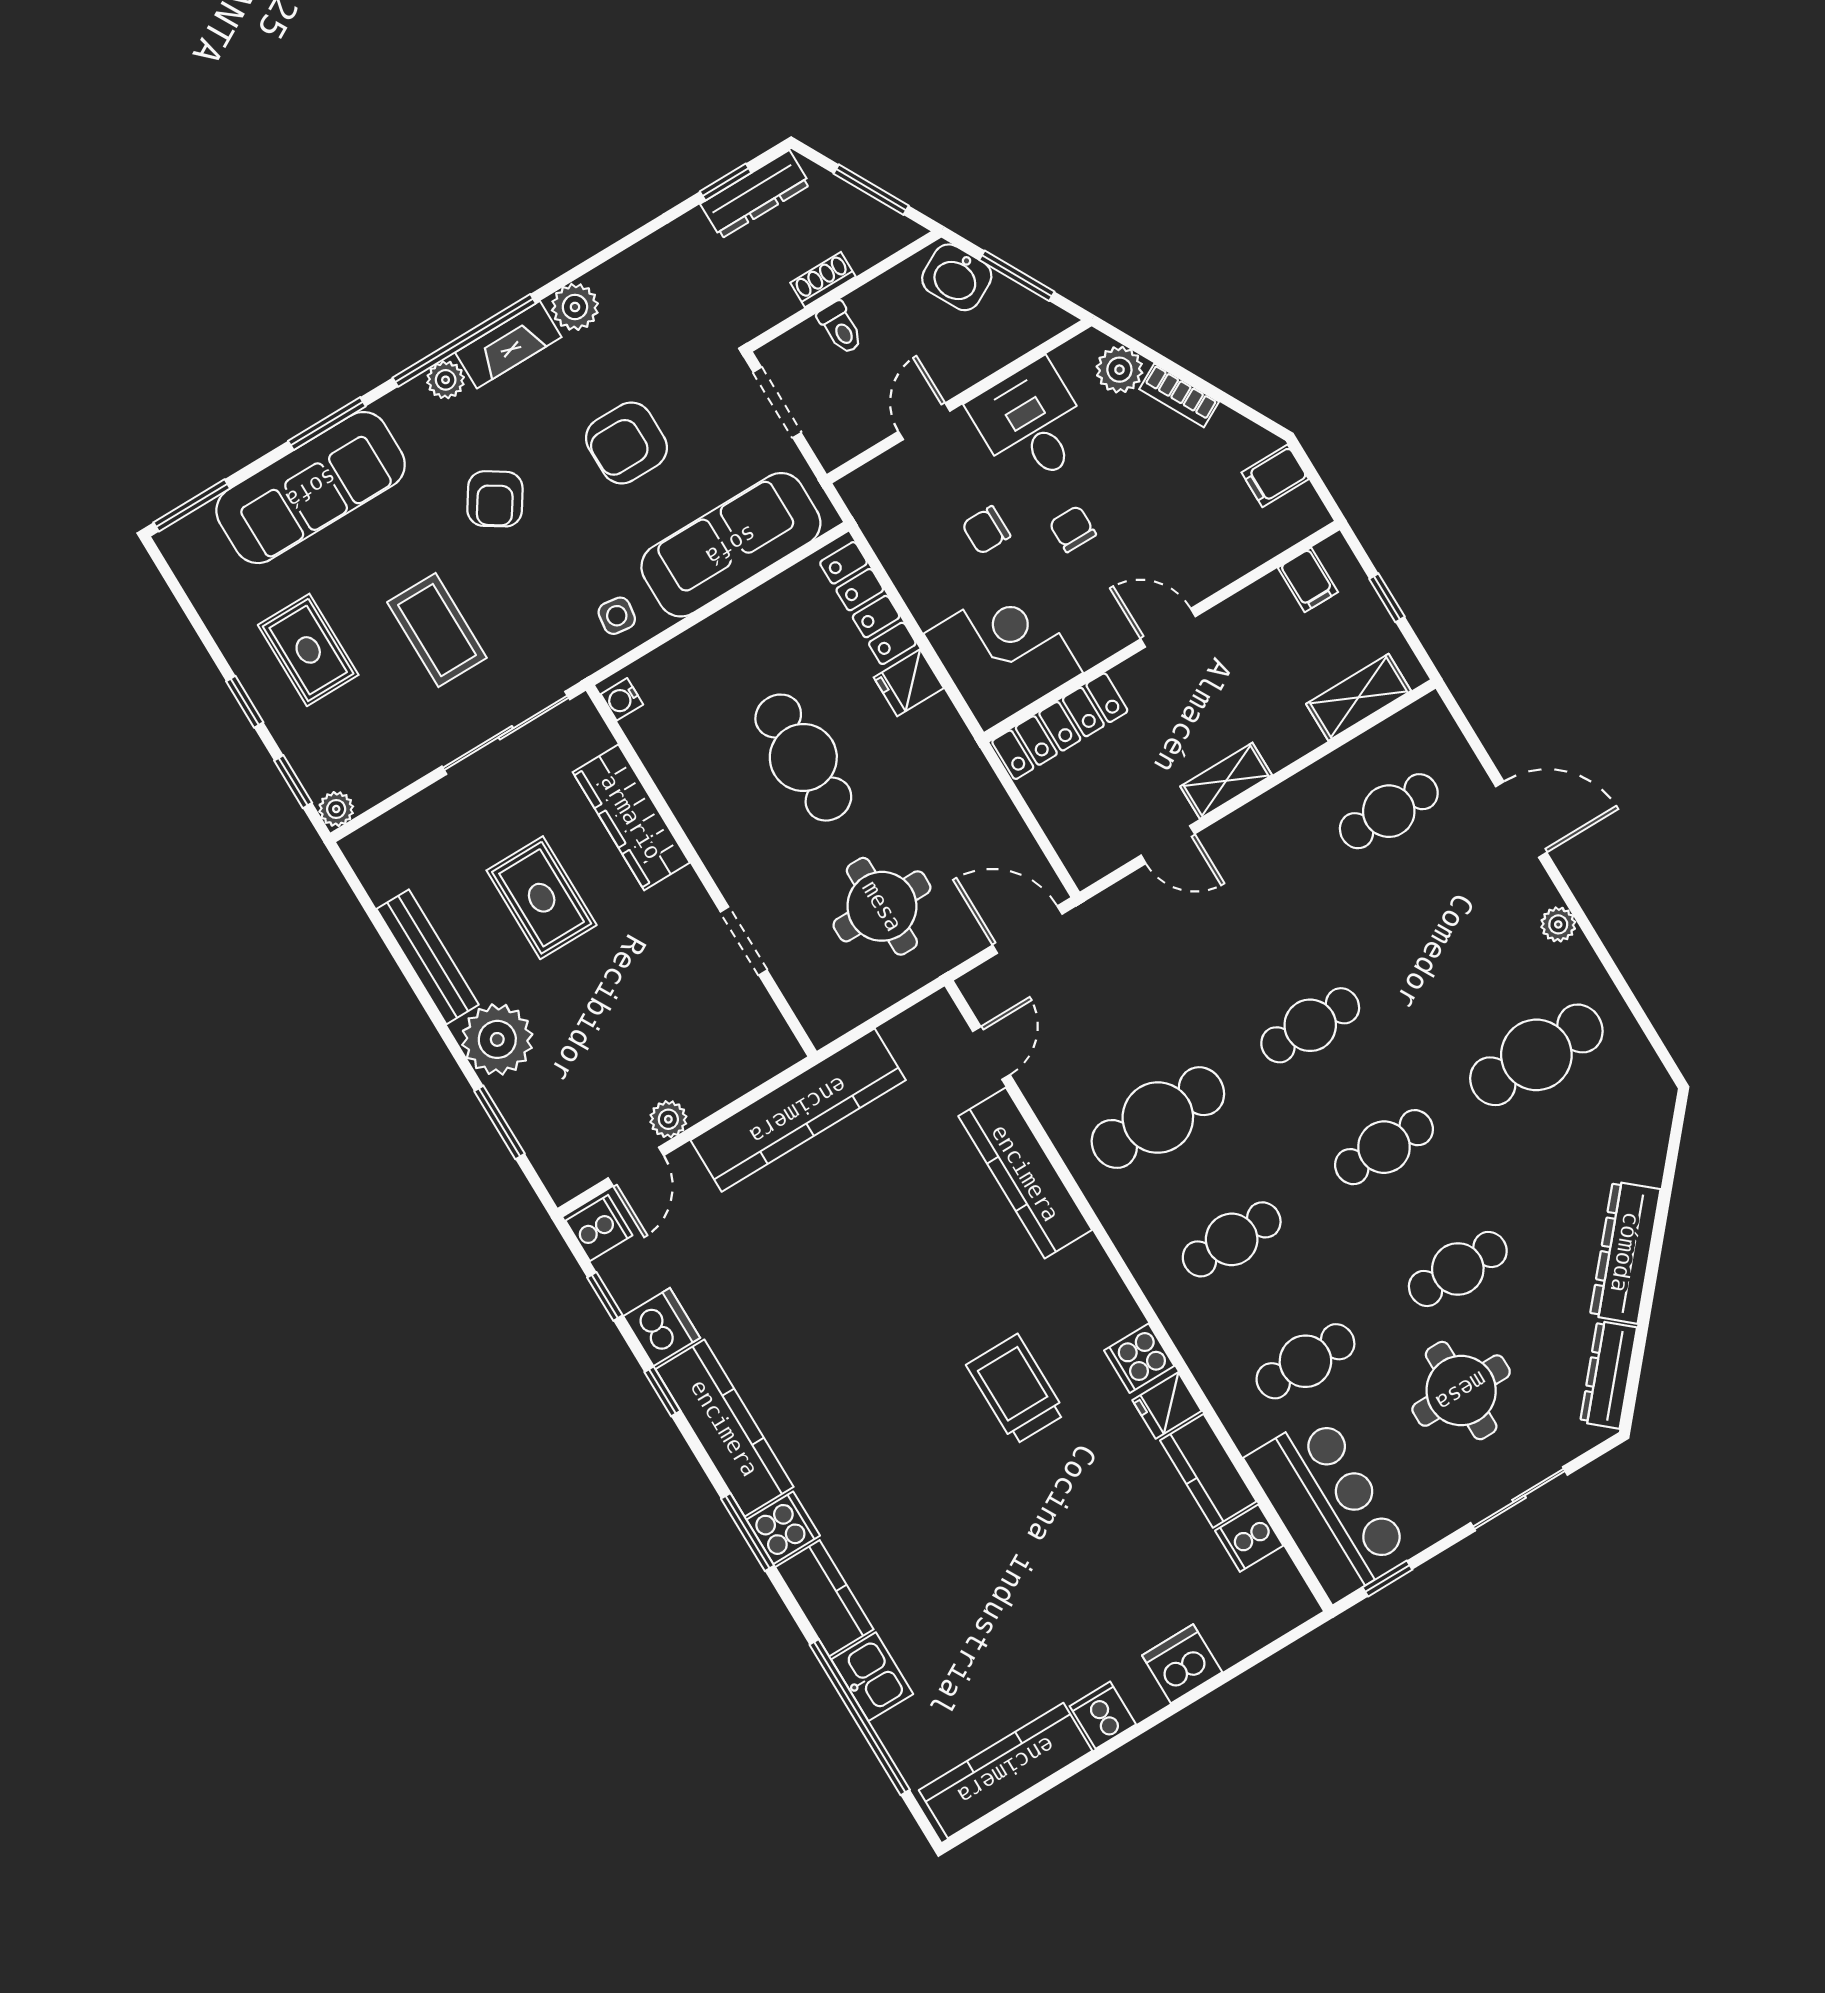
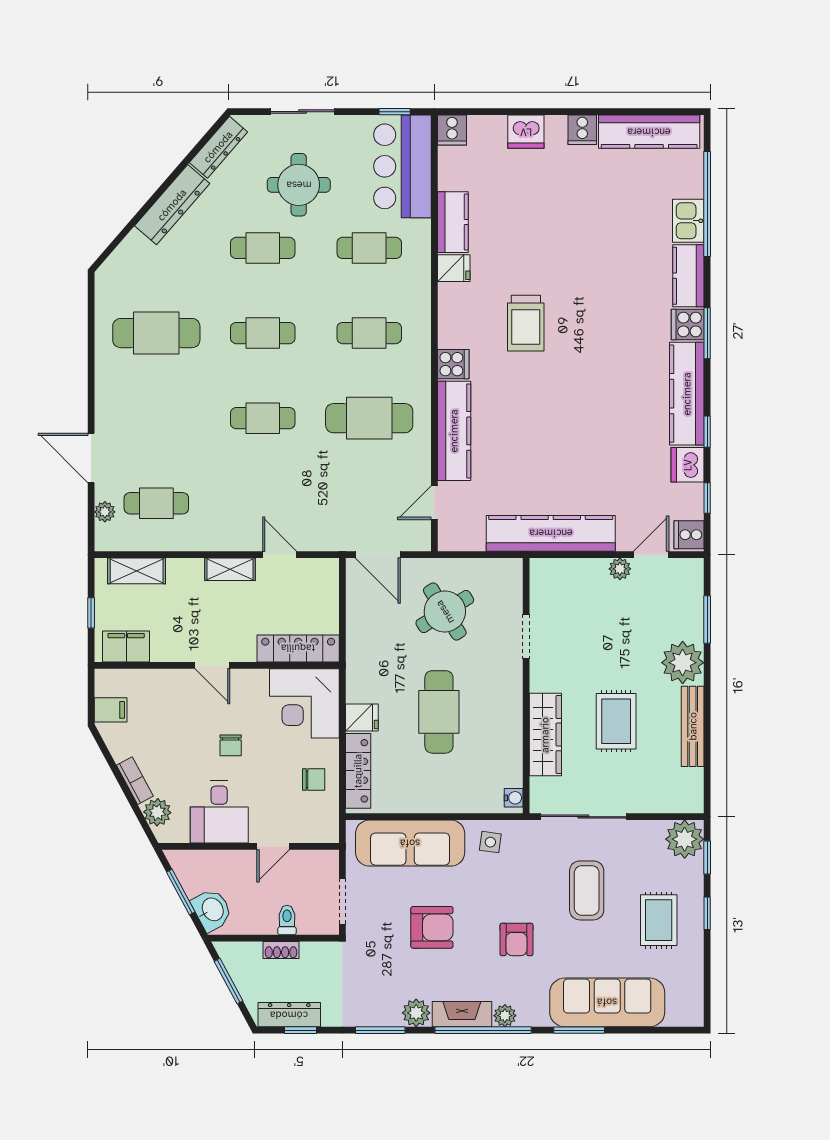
armchair: (495, 499) -> (516, 940), turned 147
window: (192, 505) -> (380, 1030), moved
chair: (986, 530) -> (314, 779), moved
filing cabinet: (1308, 580) -> (126, 646), width x2.00
plant: (336, 809) -> (685, 839), width x1.88, depth x1.88
round table: (882, 906) -> (445, 612), turned -32
plant: (1558, 924) -> (105, 512), moved
cooker: (1139, 1358) -> (453, 364), moved
cooker: (1249, 1538) -> (452, 130), moved, turned 90

